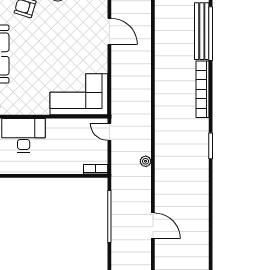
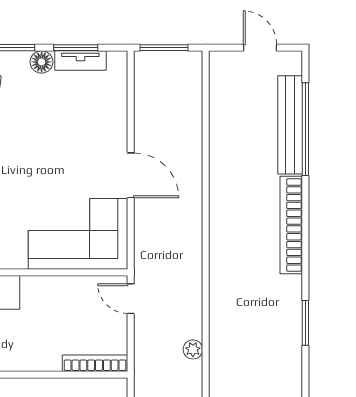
door: (109, 31) -> (131, 175), moved
bookcase: (96, 169) -> (95, 363), width x1.56

